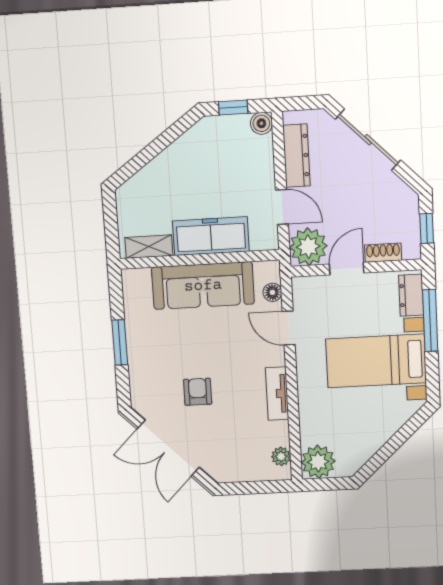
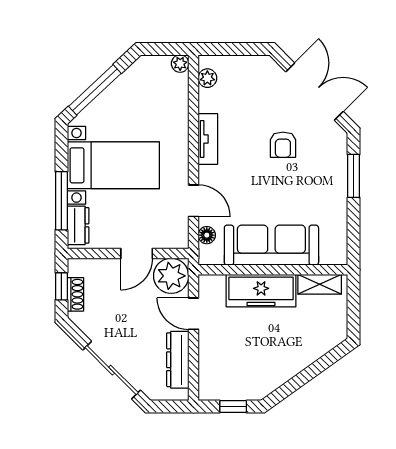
boiler: (261, 123) -> (208, 391), removed
shoe rack: (383, 253) -> (75, 294), moved, turned -90
window: (120, 342) -> (354, 176), moved
window: (399, 439) -> (95, 90), added
plant: (318, 462) -> (180, 64), width x0.53, depth x0.53

